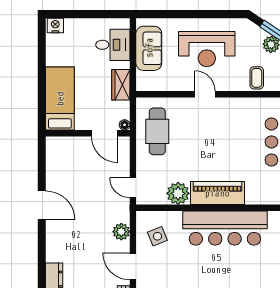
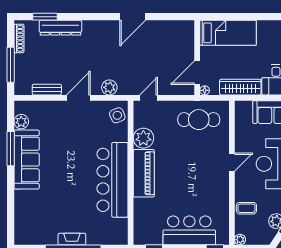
wardrobe: (121, 85) -> (240, 87), width x1.50
side table: (157, 236) -> (117, 115), moved

